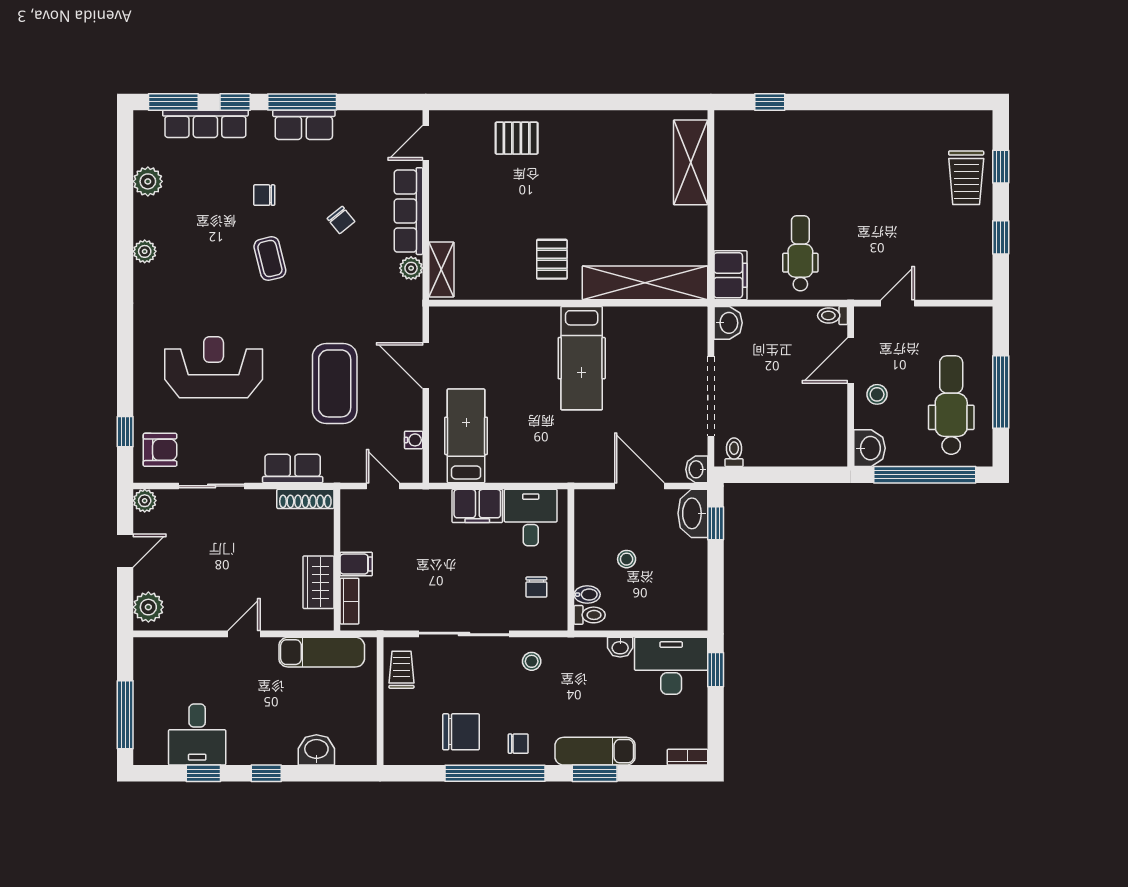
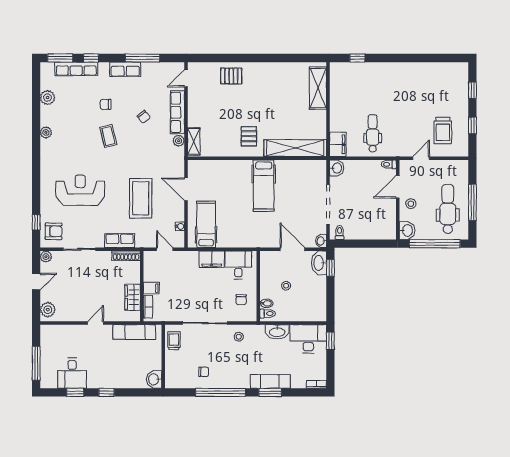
window: (302, 102) -> (143, 58), moved
trolley: (966, 178) -> (443, 130), moved
washbasin: (620, 647) -> (277, 332), width x1.91, depth x1.45
chair: (461, 732) -> (204, 372), width x0.54, depth x0.54
chair: (518, 744) -> (232, 378), removed
washbasin: (316, 750) -> (154, 379), moved, turned -90

